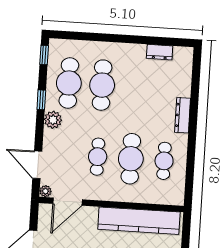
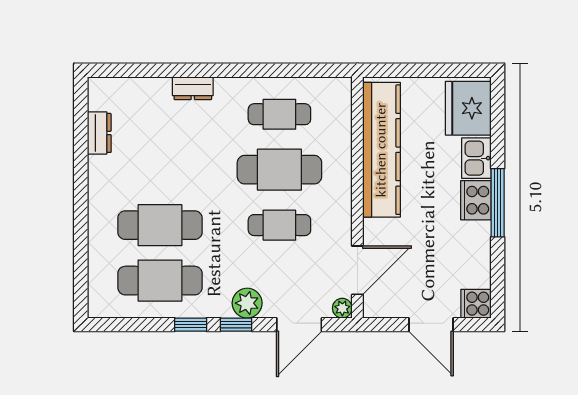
window: (44, 55) -> (236, 325), moved
dresser: (183, 115) -> (193, 88), width x0.70
plant: (53, 120) -> (247, 303), moved
door: (68, 202) -> (357, 270), hinge flipped

